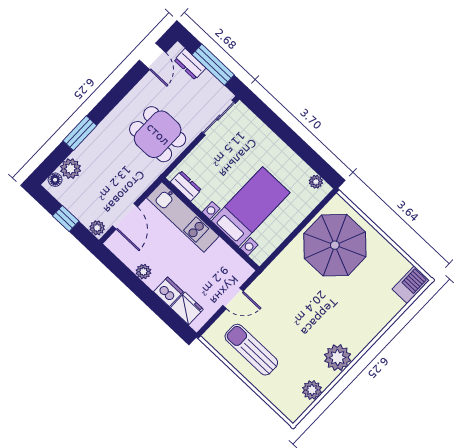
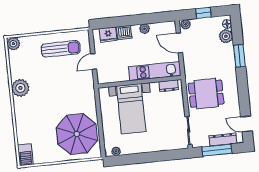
dresser: (190, 64) -> (223, 140), width x1.44
plant: (312, 390) -> (13, 44), moved

